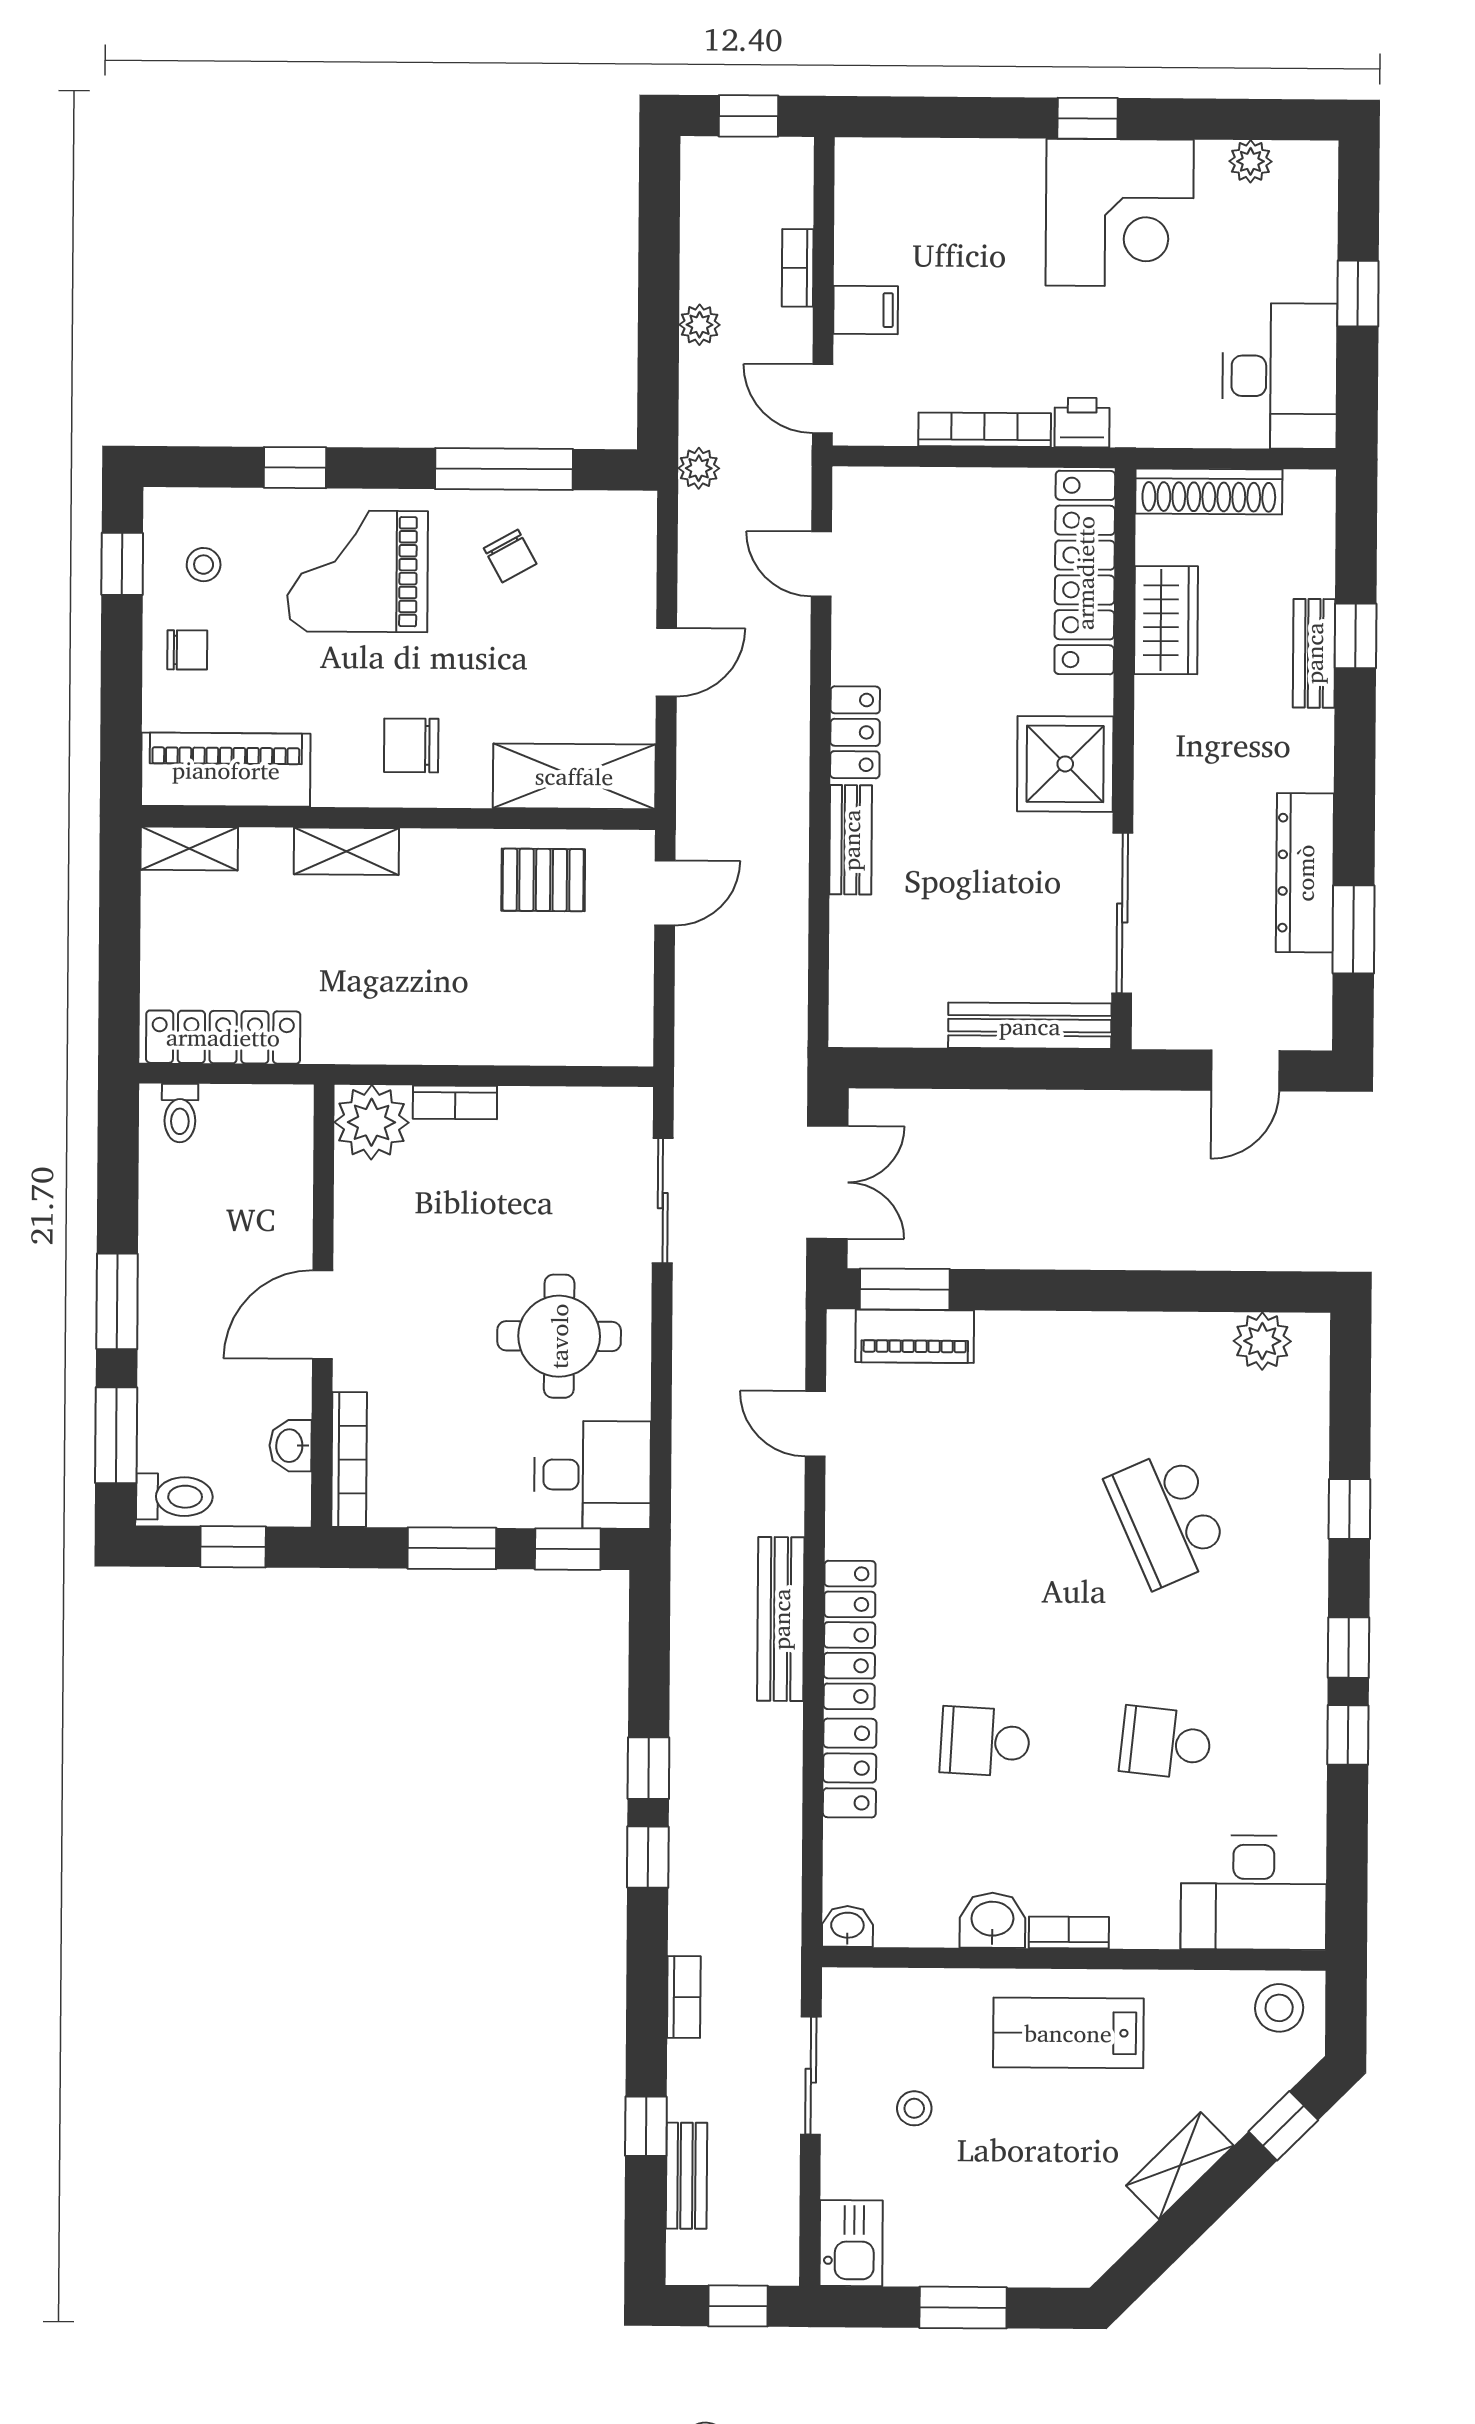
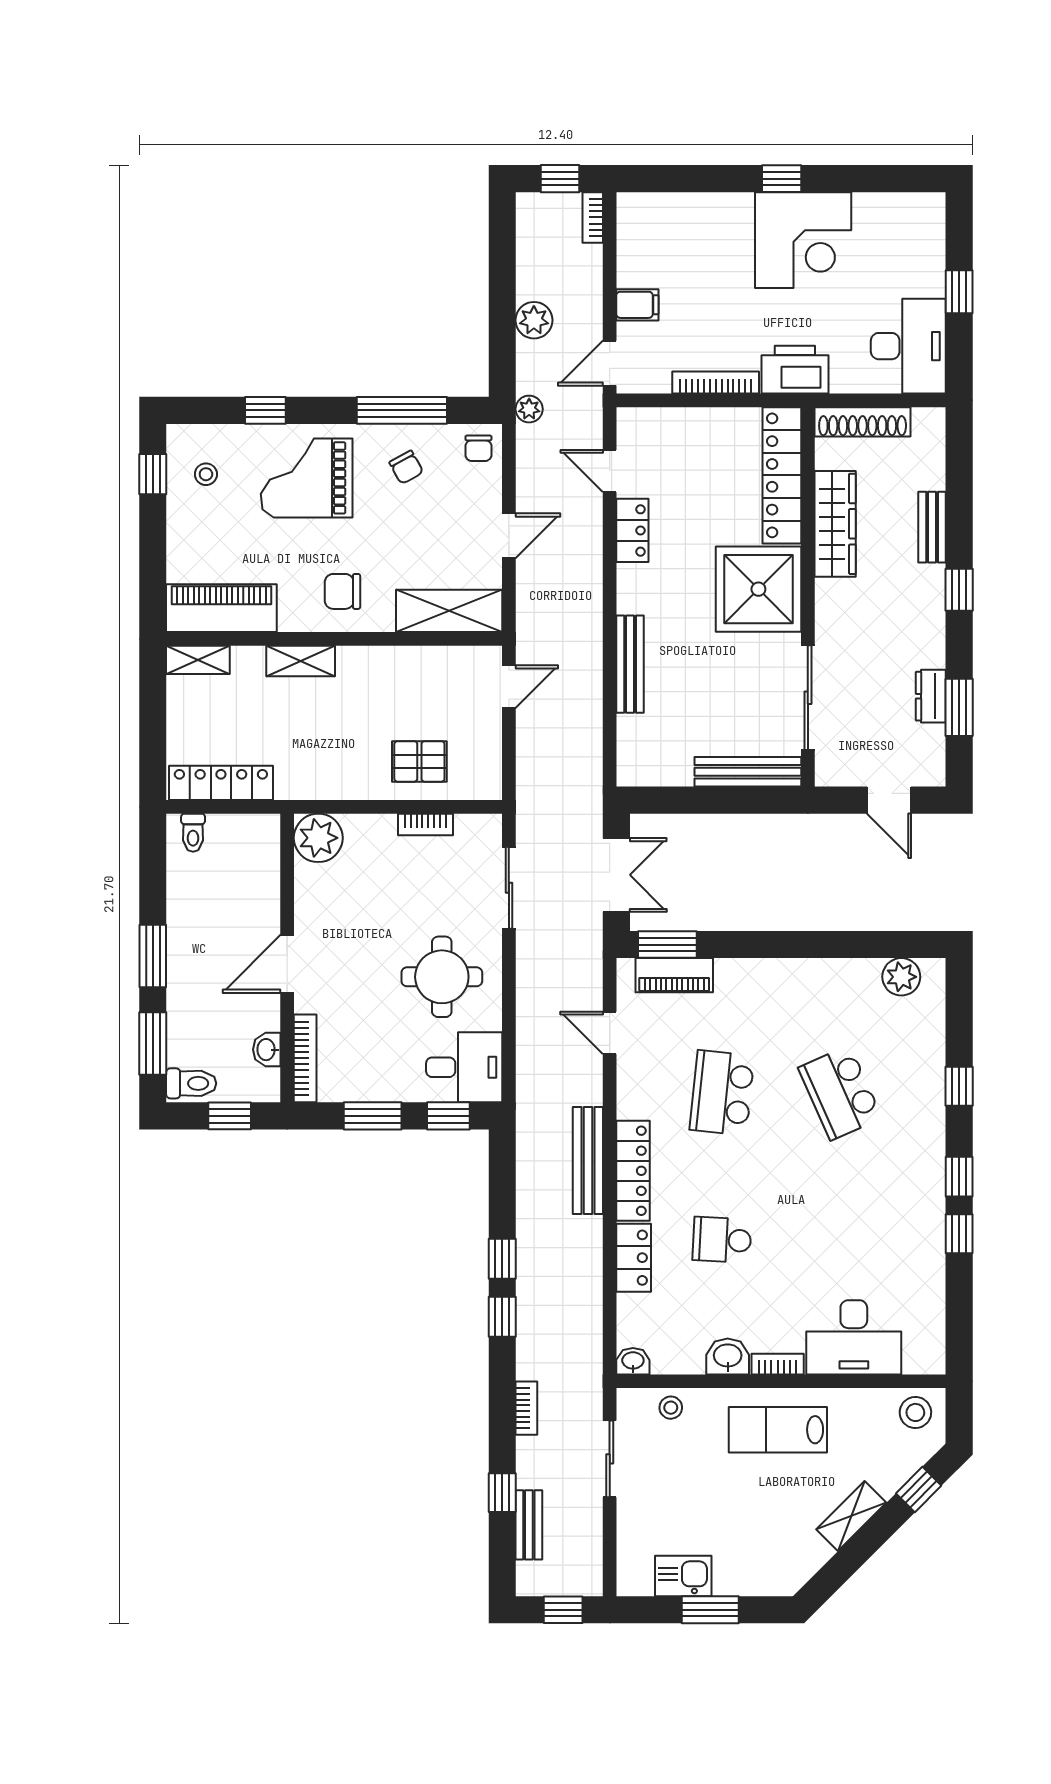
plant: (1251, 161) -> (888, 206), removed
bookcase: (798, 268) -> (593, 217), moved
plant: (700, 325) -> (534, 320), width x1.38, depth x1.38
door: (823, 399) -> (610, 363), hinge flipped
printer: (1082, 423) -> (795, 370), width x1.87, depth x1.48
wardrobe: (1166, 620) -> (835, 524), width x1.50
window: (1356, 636) -> (959, 590), moved
chair: (187, 650) -> (478, 448), moved, turned 90
locker: (855, 732) -> (632, 530), moved
shower: (1065, 764) -> (758, 589), width x1.37, depth x1.37
bench: (851, 840) -> (630, 664), width x1.36
dresser: (1305, 873) -> (931, 696), width x0.51, depth x0.80
pallet: (543, 880) -> (419, 761), moved
door: (1245, 1071) -> (889, 800), hinge flipped
bookcase: (455, 1102) -> (425, 824), moved
school desk: (1166, 1743) -> (722, 1093), moved, width x1.85
desk: (1254, 1893) -> (854, 1337), moved
stool: (914, 2108) -> (671, 1408), moved
kitchen sink: (851, 2243) -> (683, 1576), moved, turned -90

